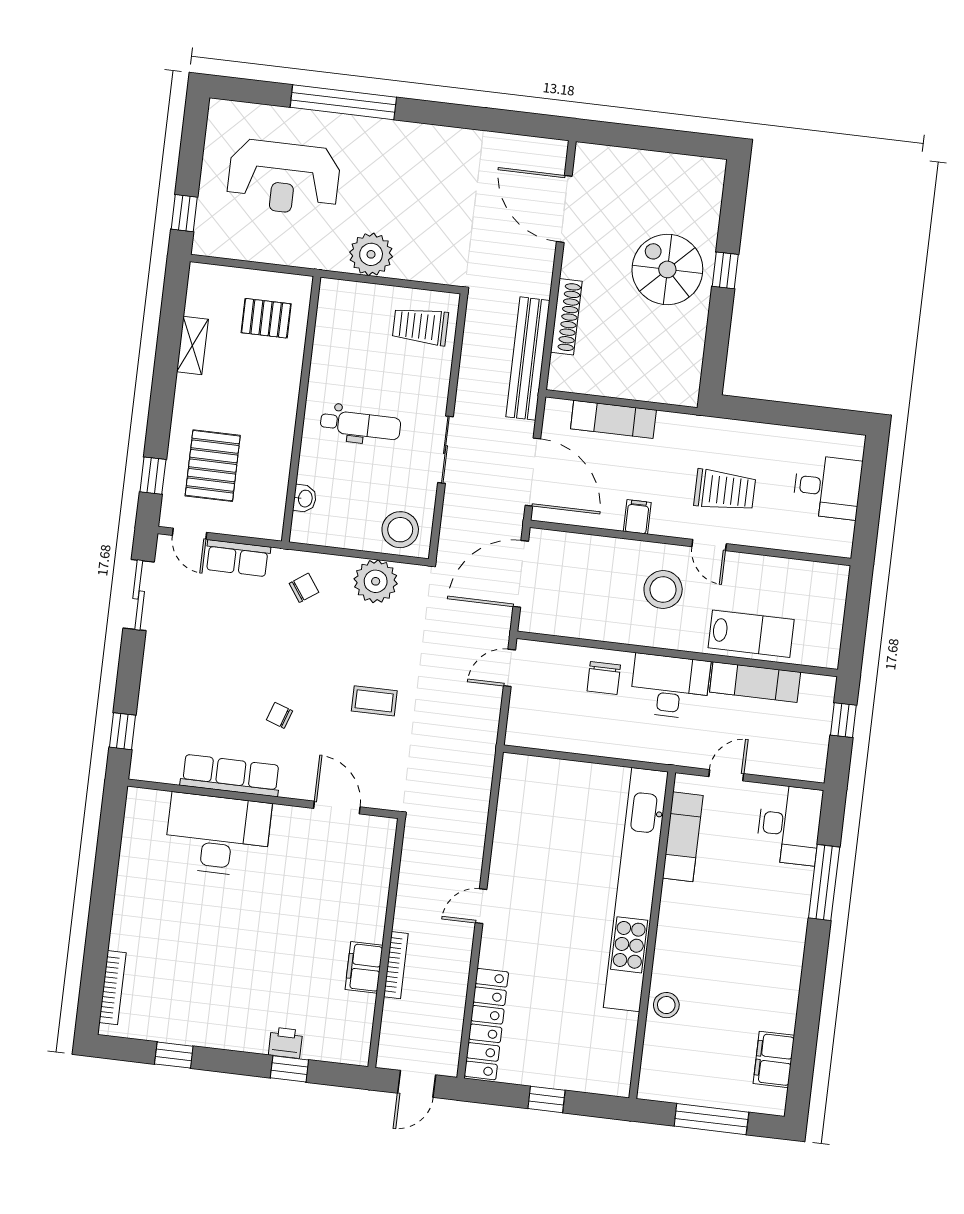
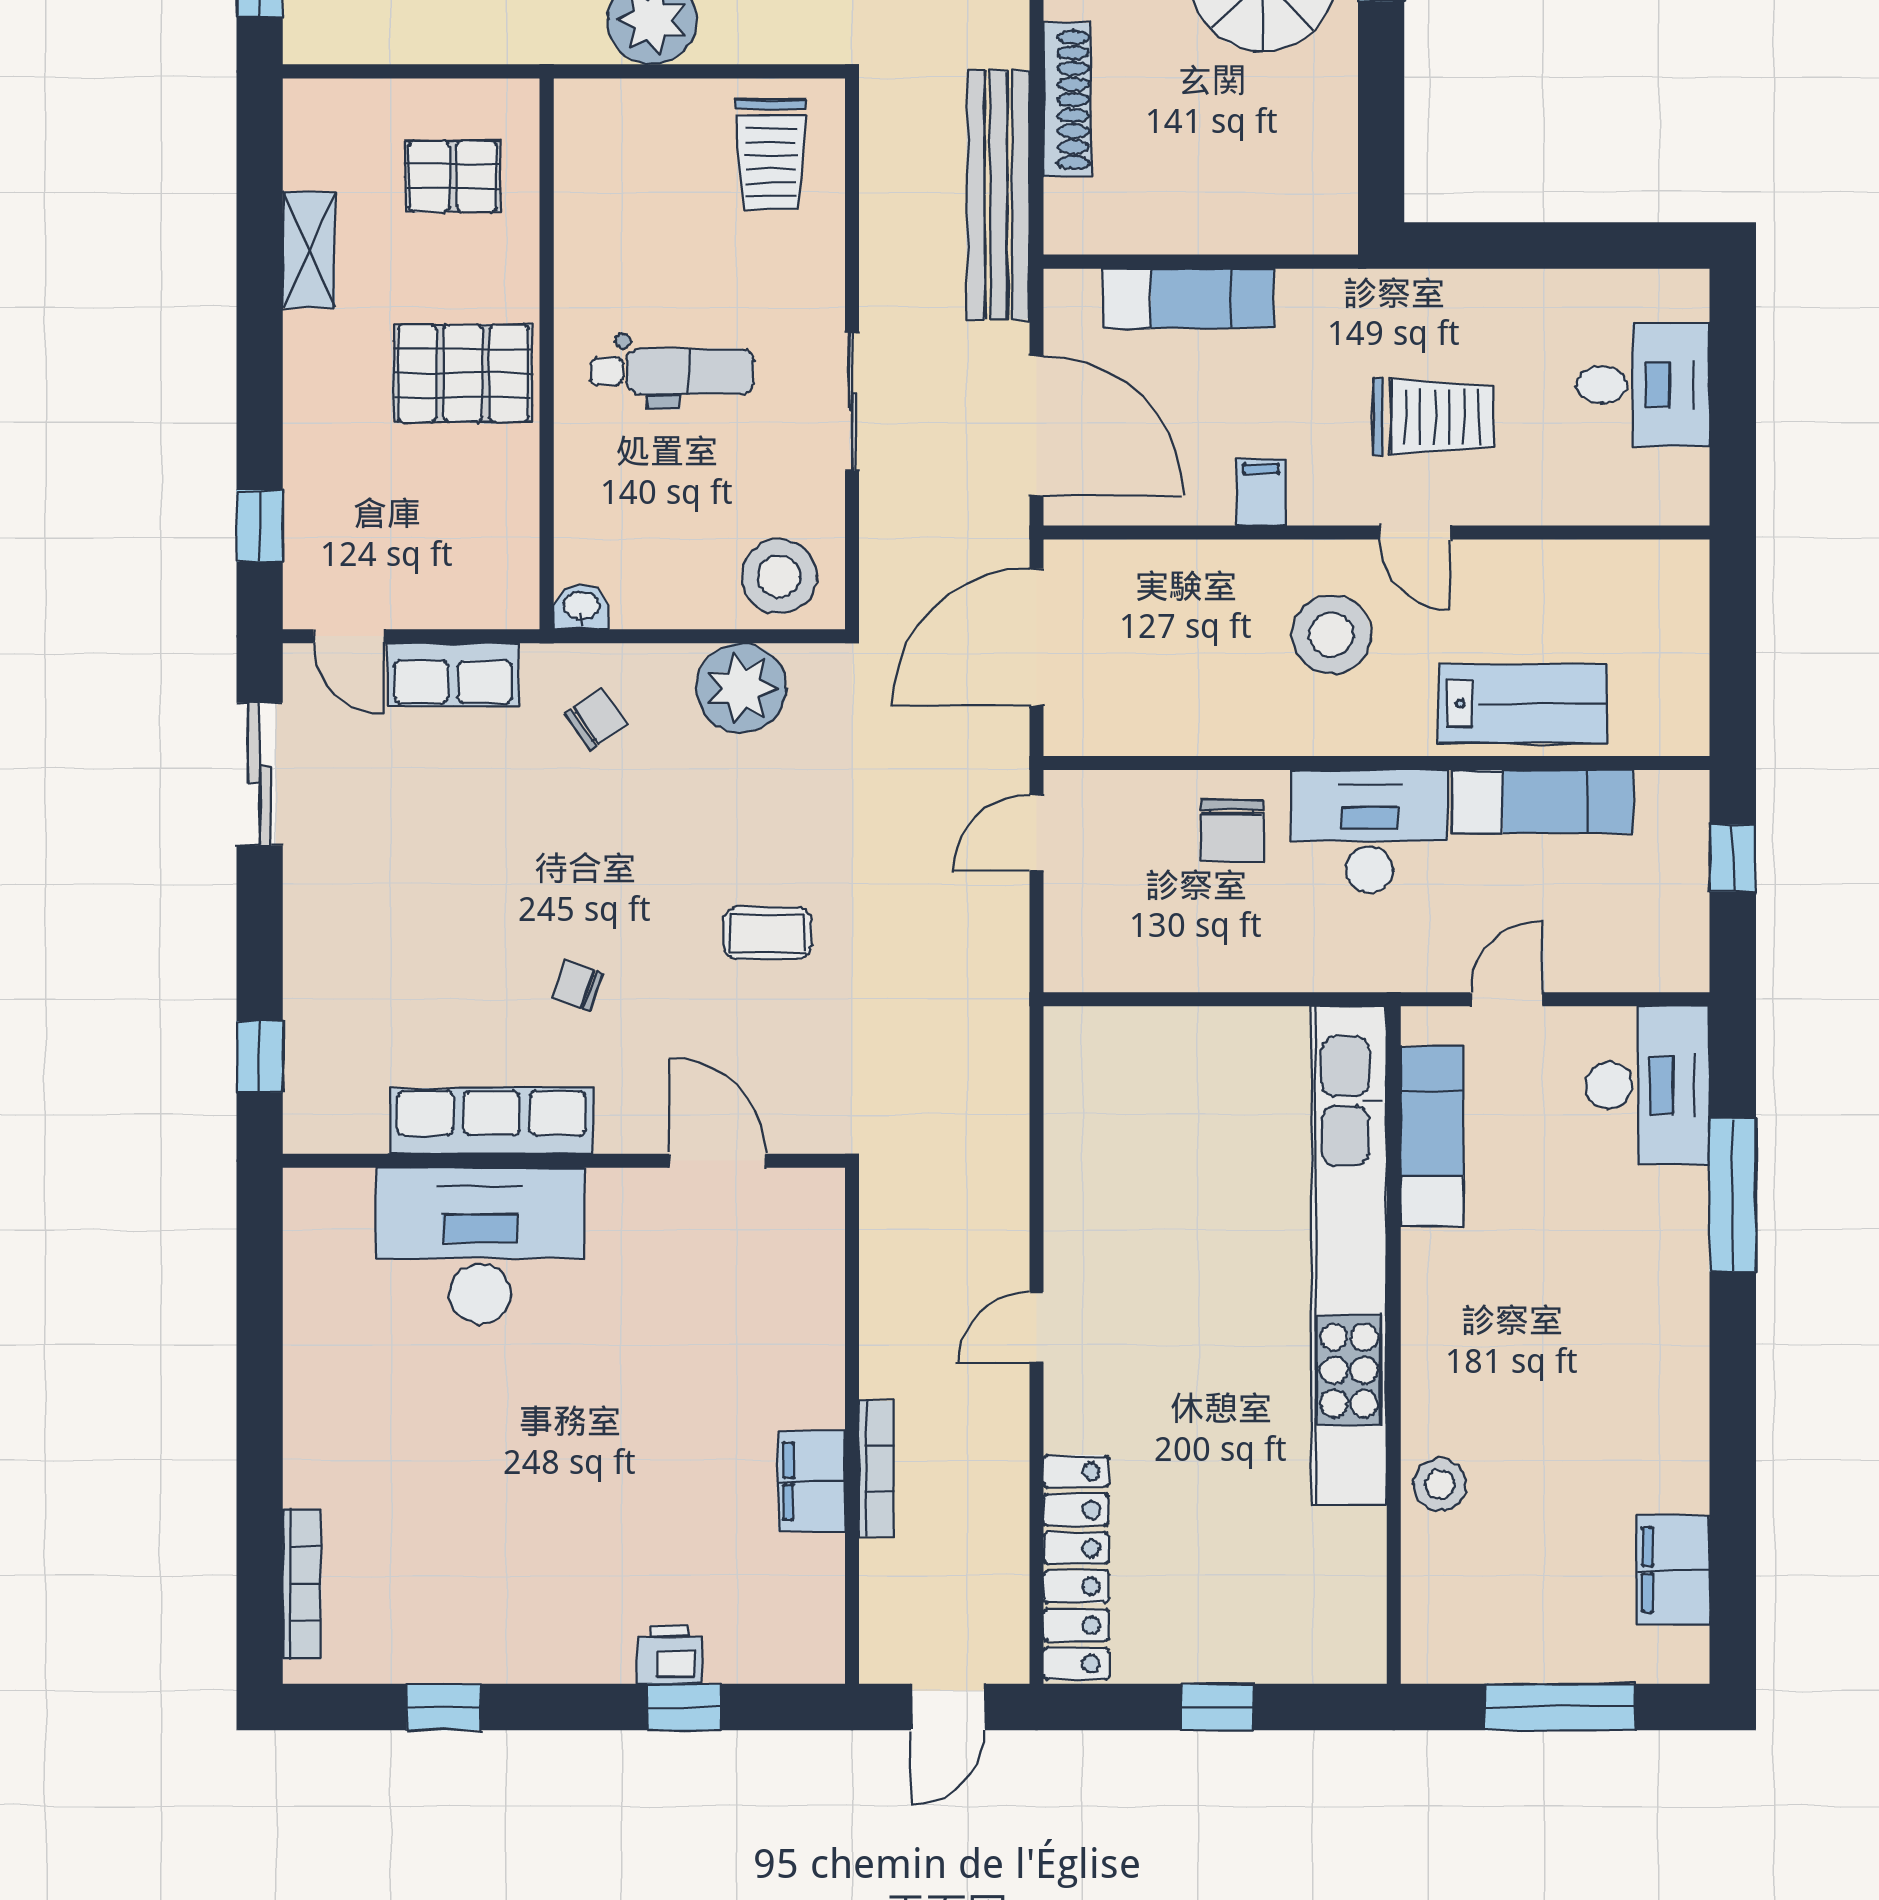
trolley: (420, 326) -> (771, 155), turned -90
pallet: (213, 466) -> (463, 373), moved, turned 90
washbasin: (305, 498) -> (581, 607), moved, turned -90

